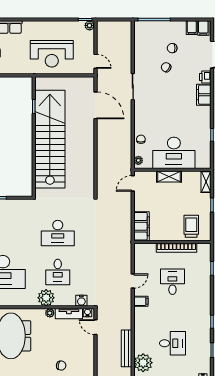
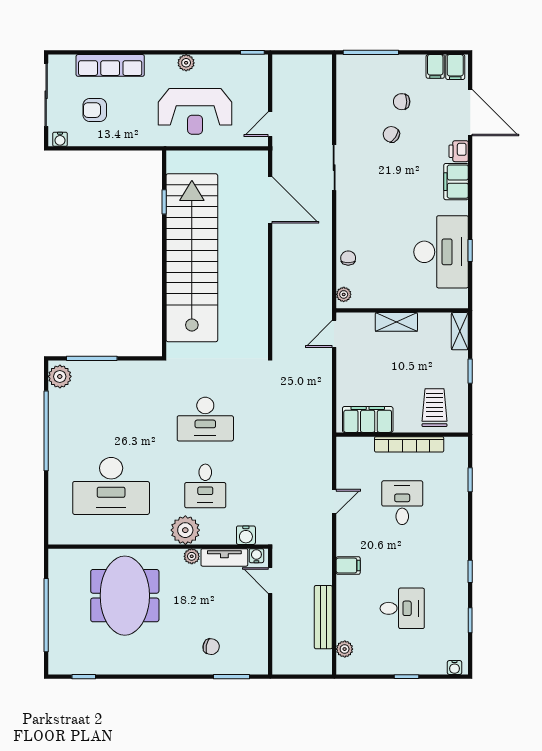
plant: (90, 25) -> (186, 63), moved
door: (96, 61) -> (270, 124), swing flipped
desk: (174, 153) -> (441, 252), moved, turned -90
filing cabinet: (142, 226) -> (368, 419), moved, turned -90
filing cabinet: (141, 301) -> (348, 566), moved
plant: (143, 363) -> (345, 649), width x0.53, depth x0.53

